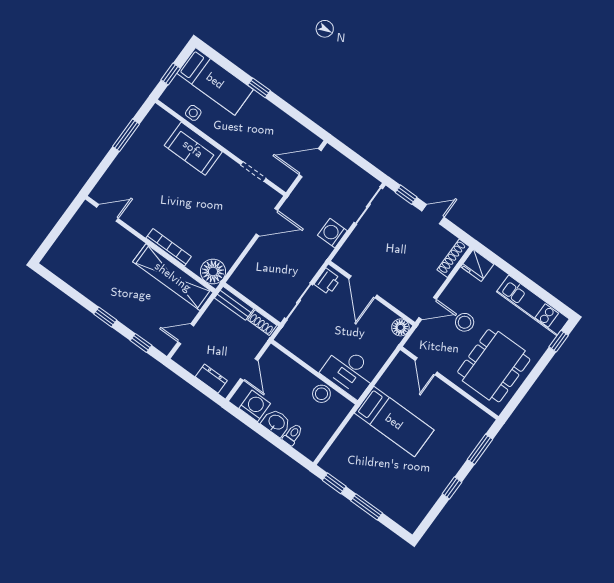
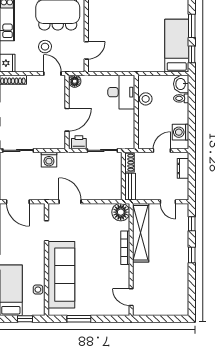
sofa: (193, 149) -> (61, 275), width x1.85, depth x1.27
bed: (394, 422) -> (177, 46), moved
washbasin: (276, 423) -> (181, 84), moved

